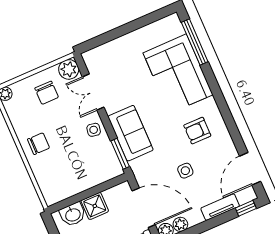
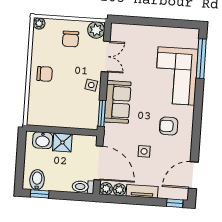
double door: (93, 92) -> (106, 56), swing flipped
tv unit: (220, 207) -> (142, 191), moved

